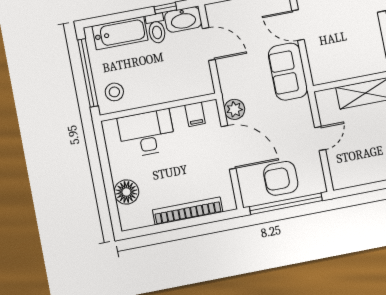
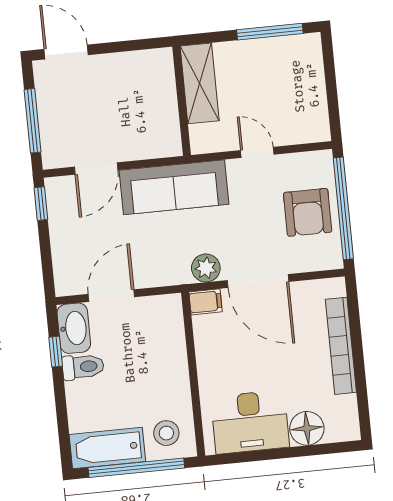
bathtub: (120, 33) -> (107, 448), moved, turned -90
sofa: (288, 72) -> (174, 187), width x1.36
filing cabinet: (195, 114) -> (205, 302), moved
desk: (147, 133) -> (250, 422), moved, turned -90
door: (229, 147) -> (258, 281), swing flipped

